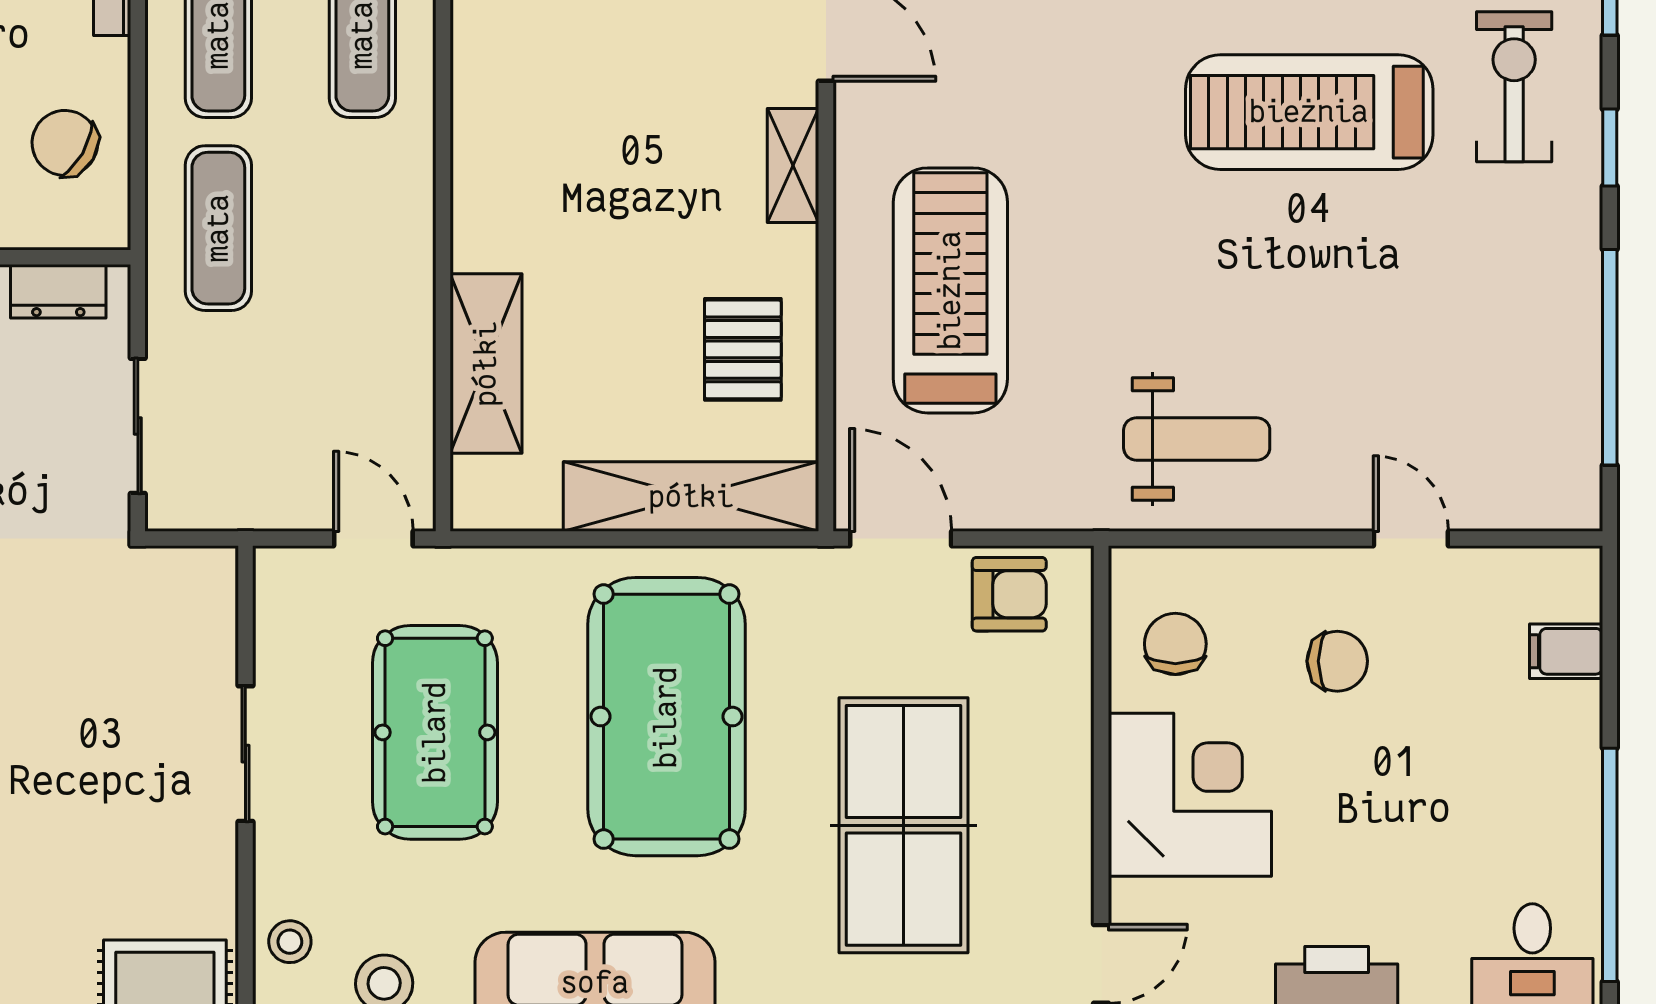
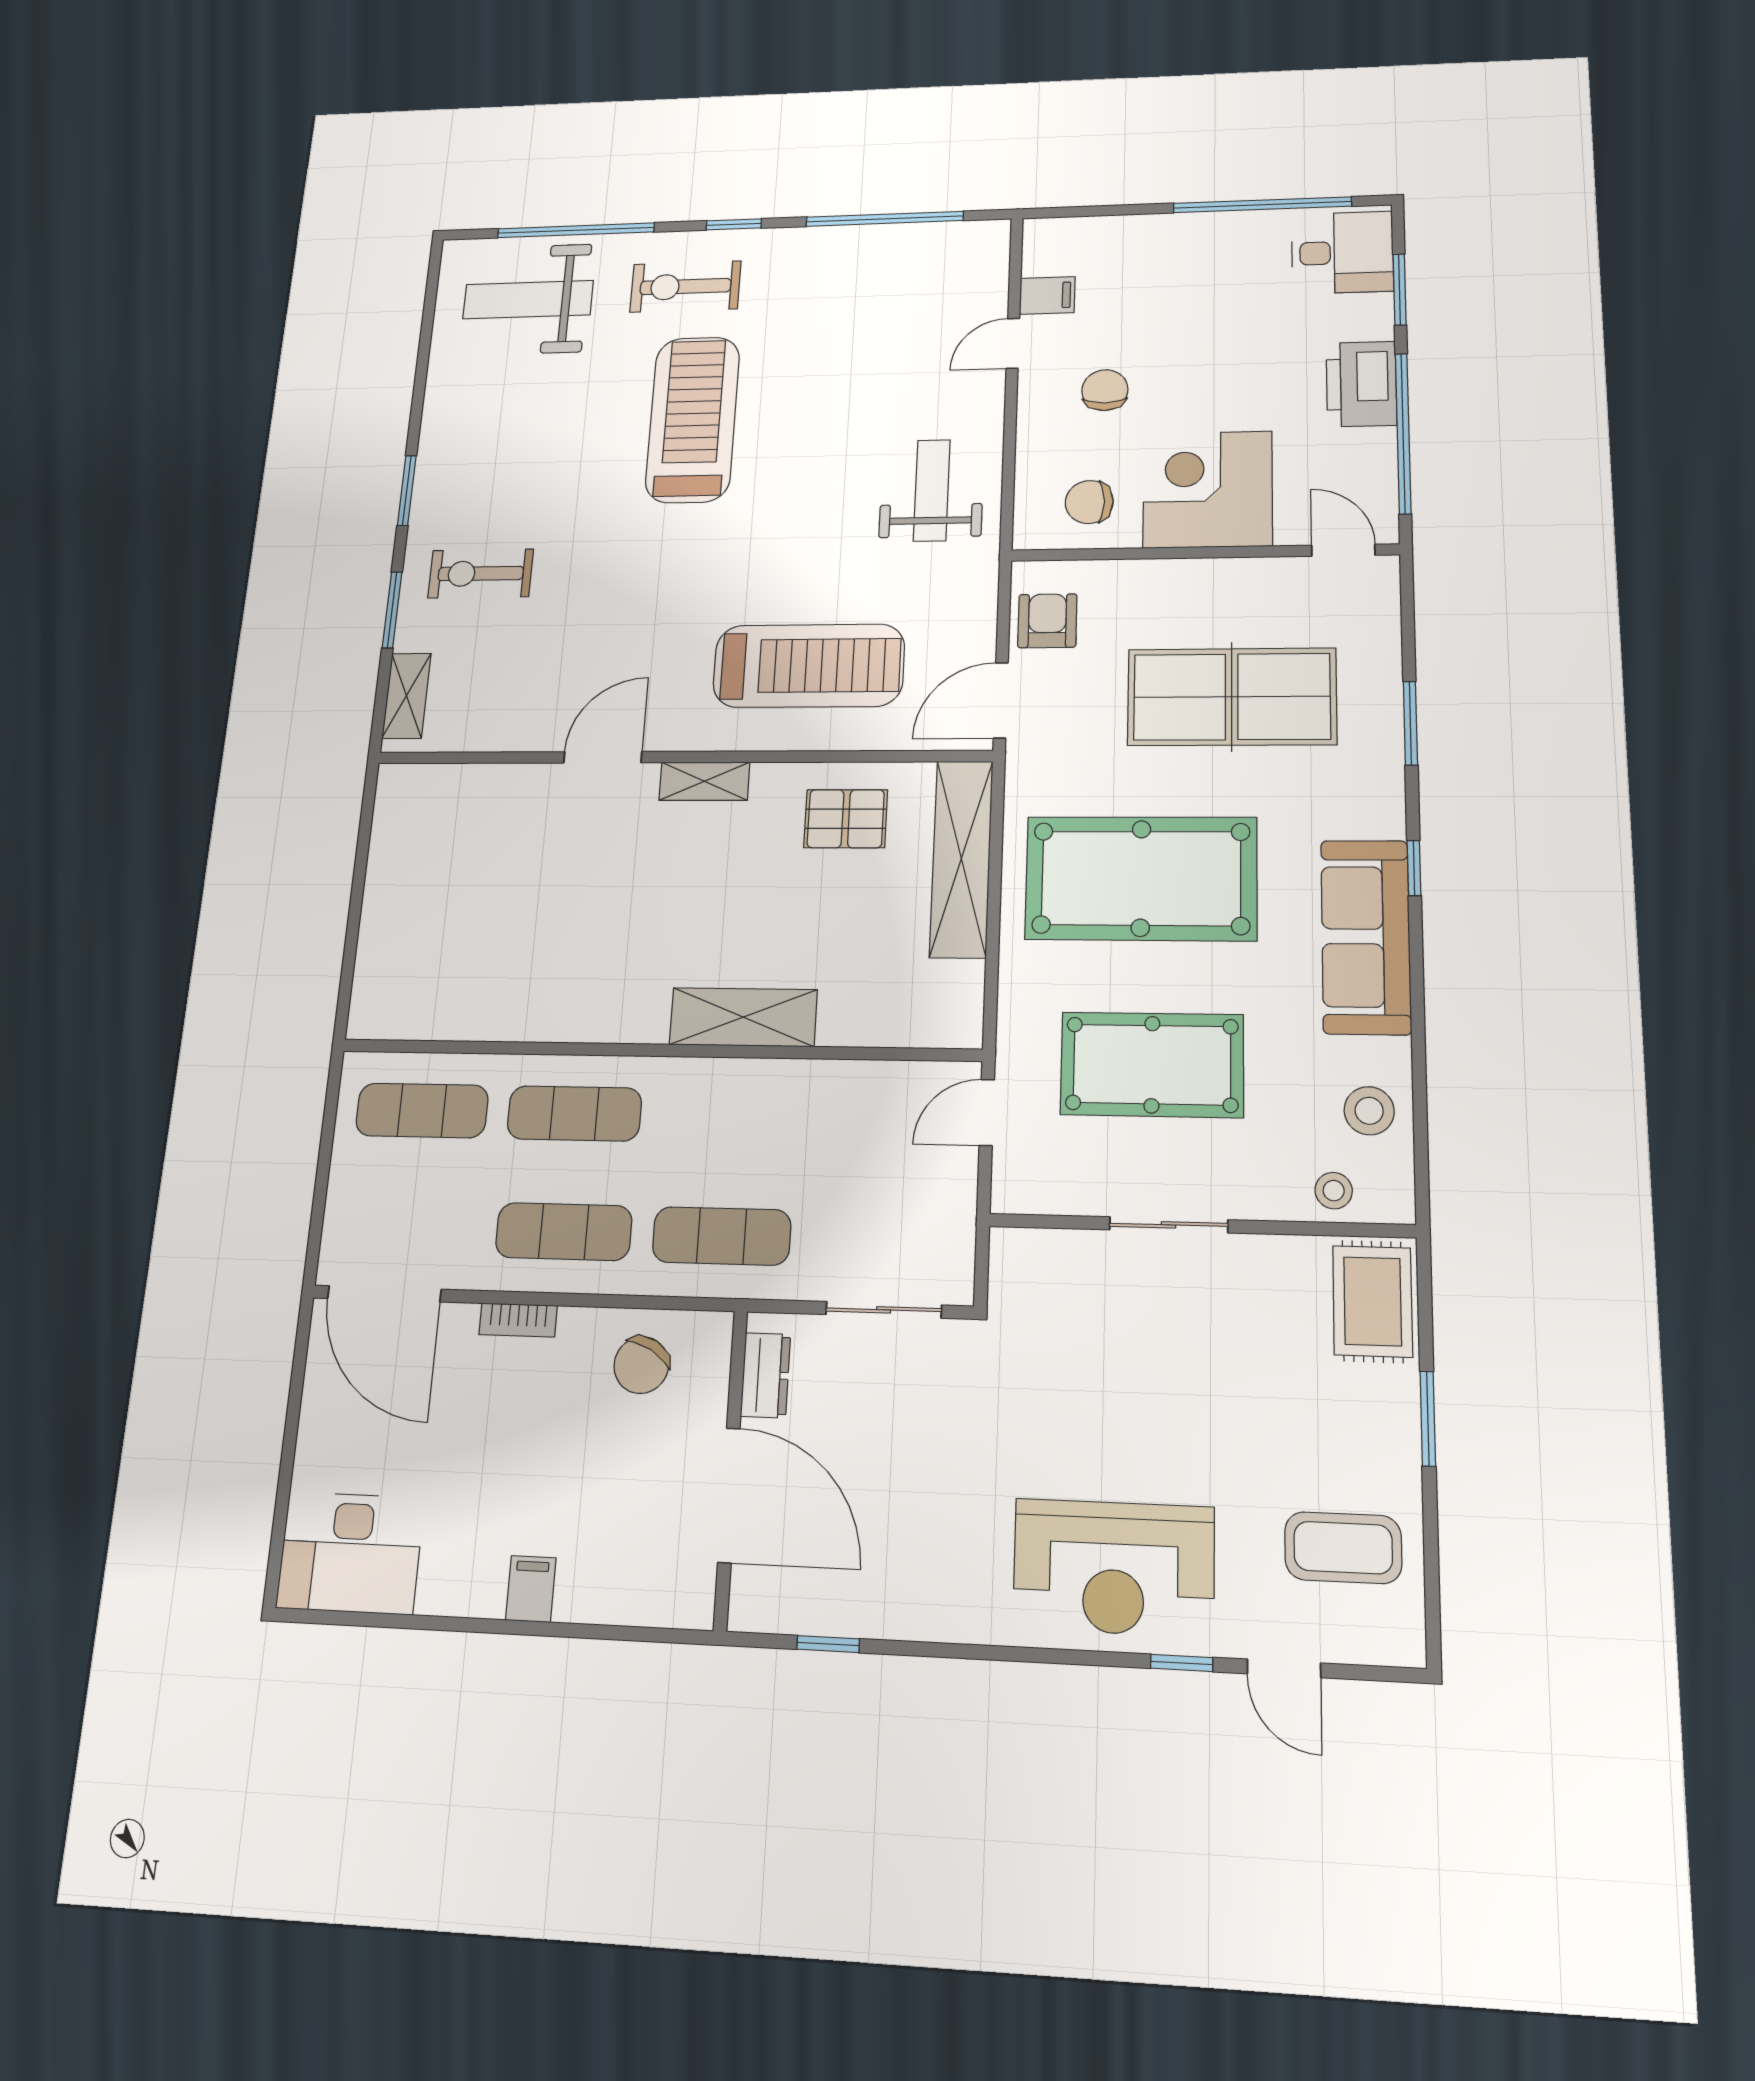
treadmill: (1309, 112) -> (693, 419), turned 180
treadmill: (950, 290) -> (809, 666), turned 180
shelving: (486, 364) -> (743, 1017), moved
filing cabinet: (1566, 651) -> (1047, 295), moved, turned -90

